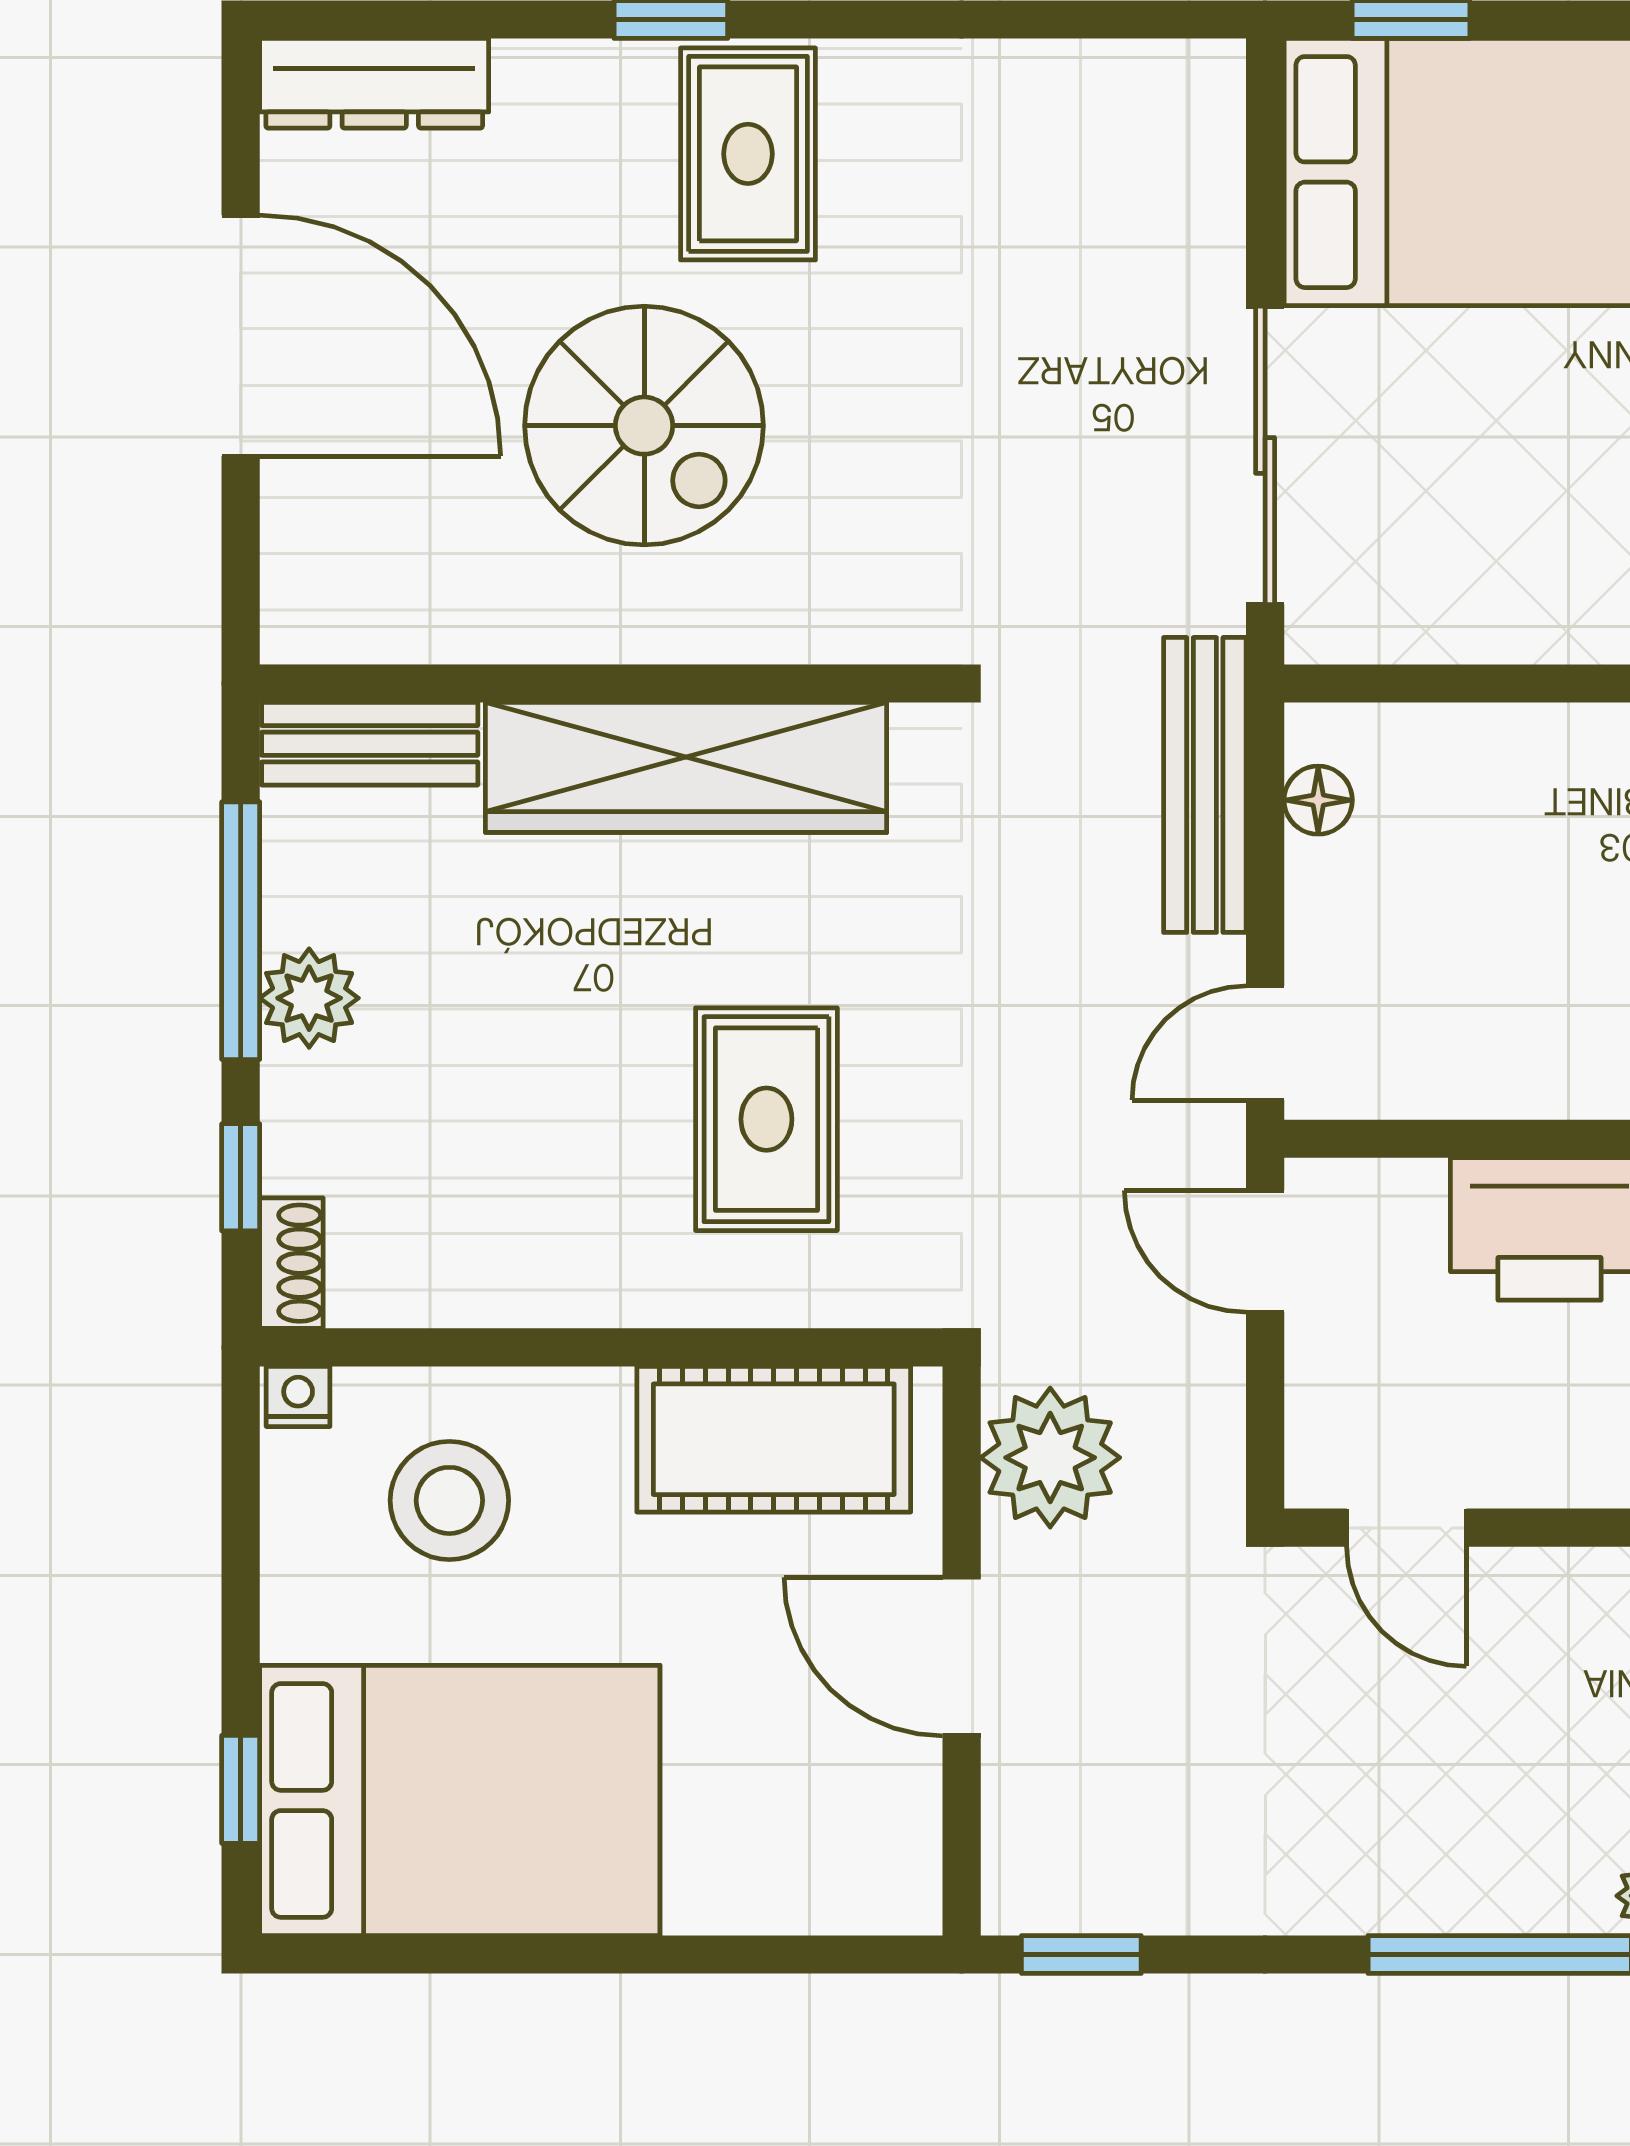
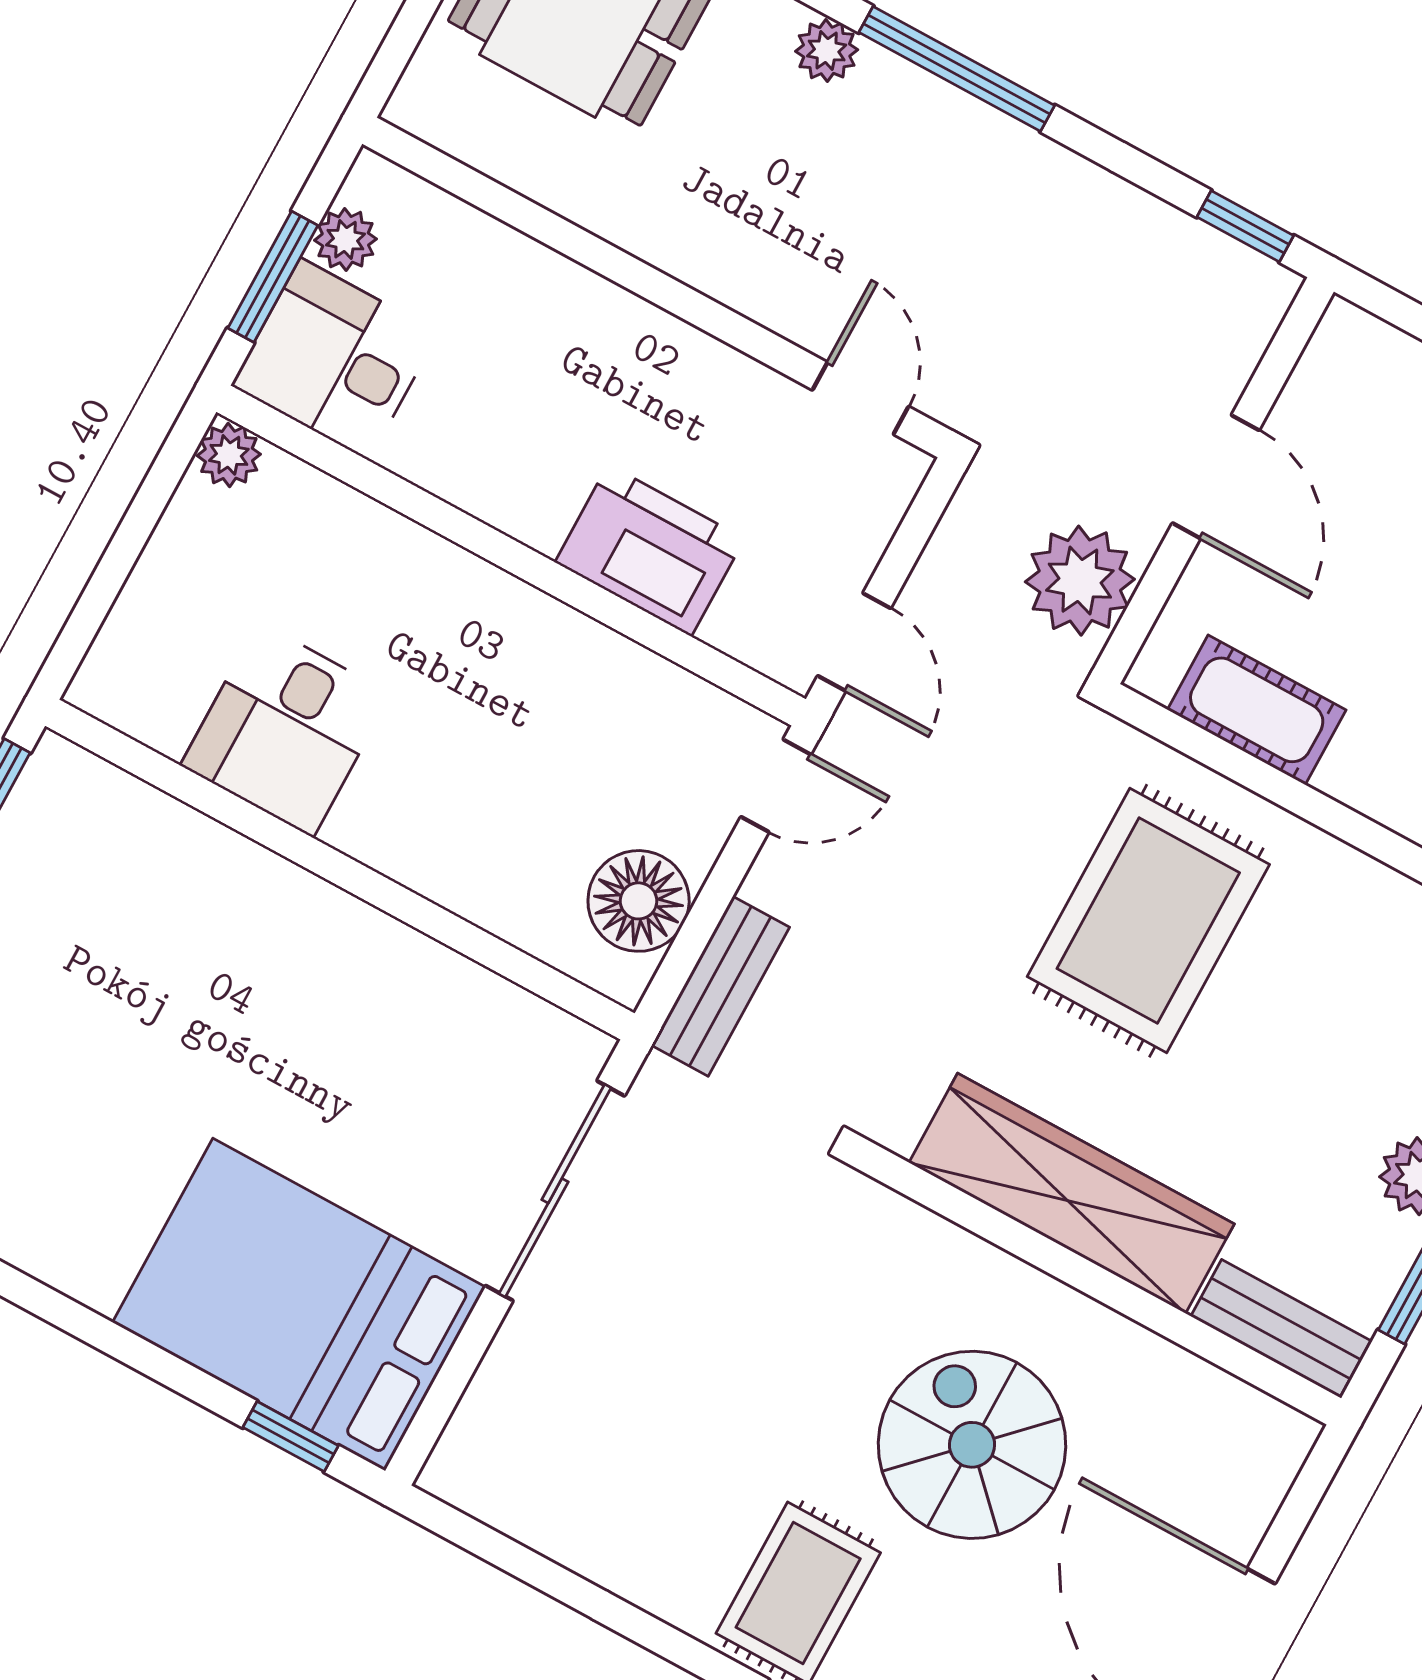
bench: (1205, 785) -> (720, 986), width x0.73
floor lamp: (1318, 800) -> (639, 901), width x1.89, depth x1.89
rug: (766, 1119) -> (1148, 921), width x1.36, depth x1.43
cot: (774, 1439) -> (1257, 710), width x0.73, depth x0.75

